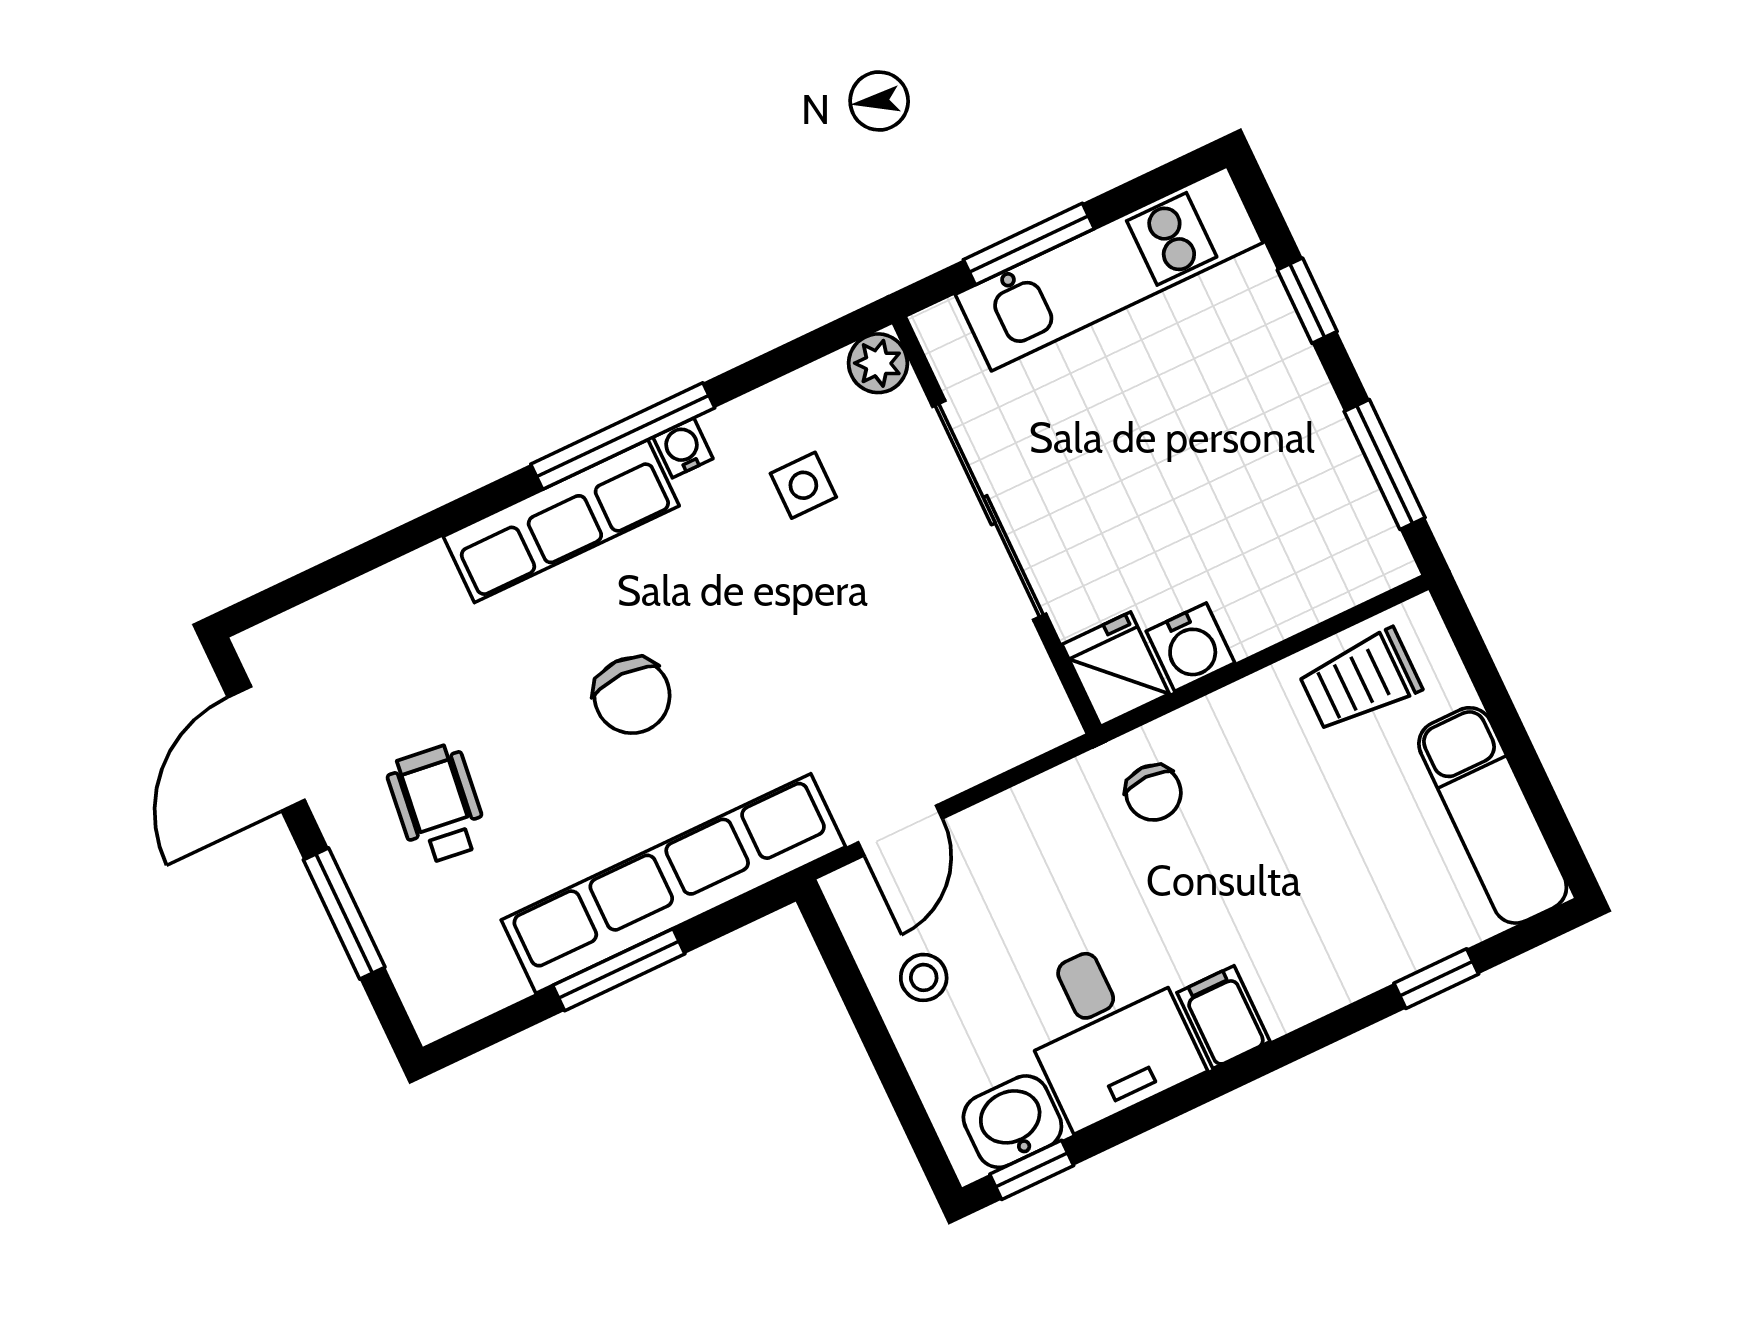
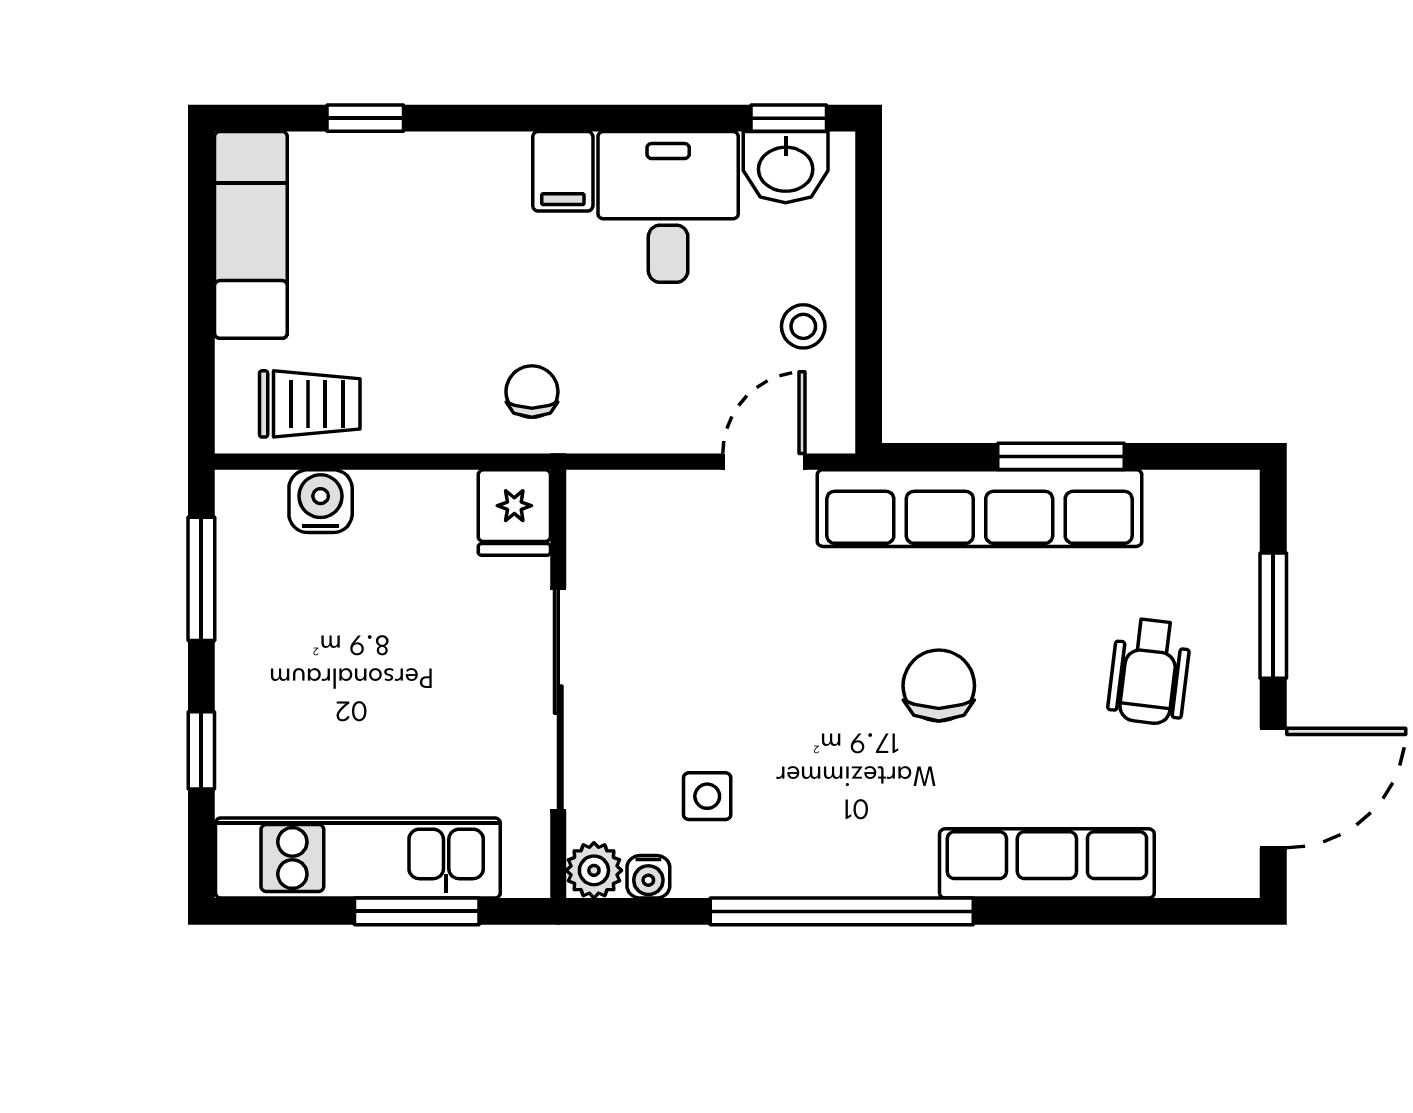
window: (623, 436) -> (842, 911), width x1.46
water cooler: (683, 448) -> (648, 877), moved
row of seats: (561, 521) -> (1047, 863), moved
water cooler: (1190, 647) -> (321, 501), moved

